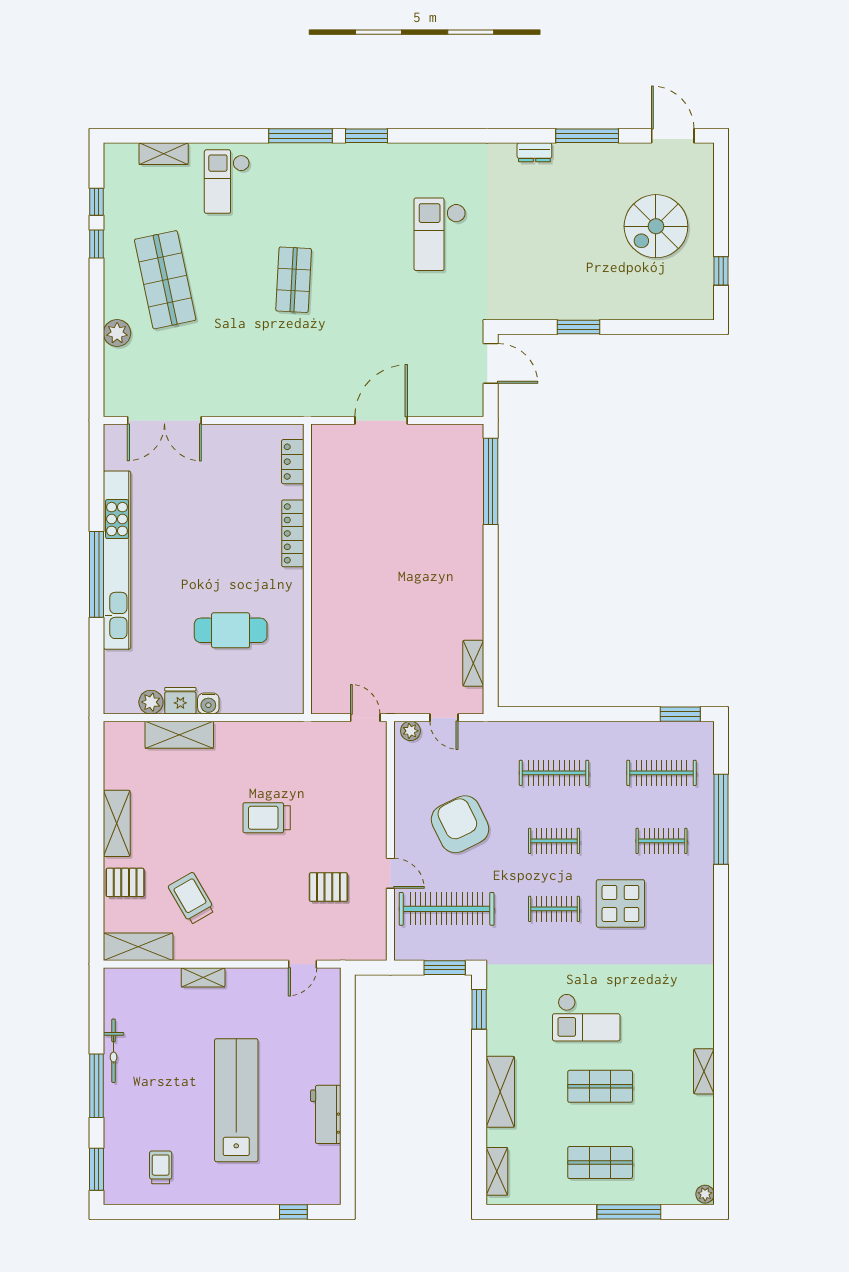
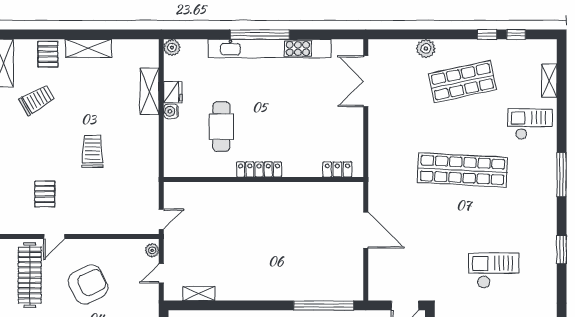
window: (366, 136) -> (562, 249), moved
shop shelf: (294, 280) -> (462, 170), width x2.00, depth x1.36
locker: (293, 533) -> (259, 169), moved
plant: (151, 702) -> (172, 47), moved

